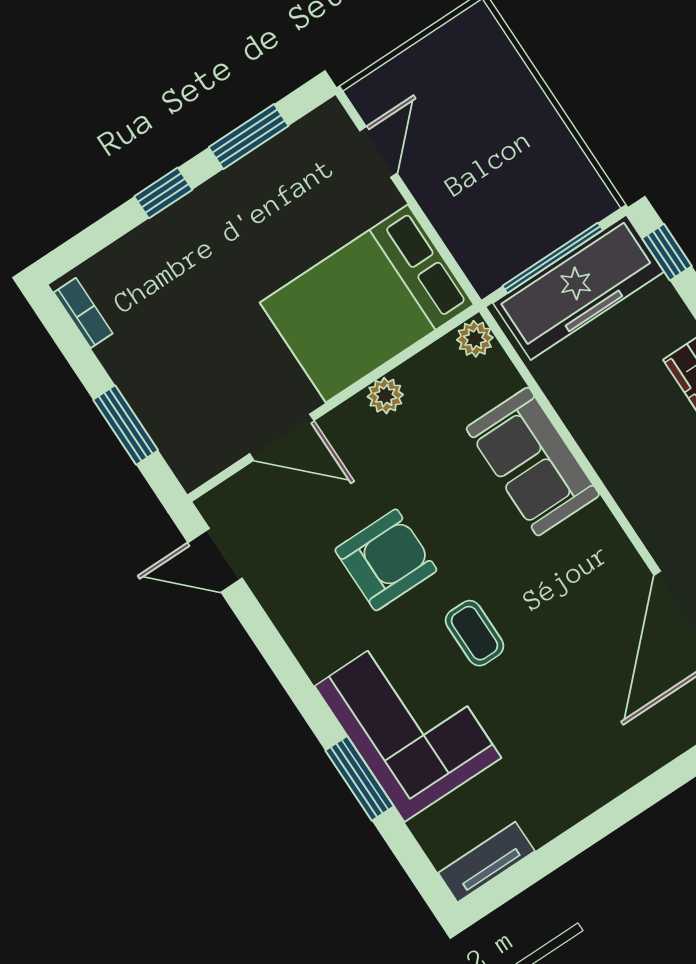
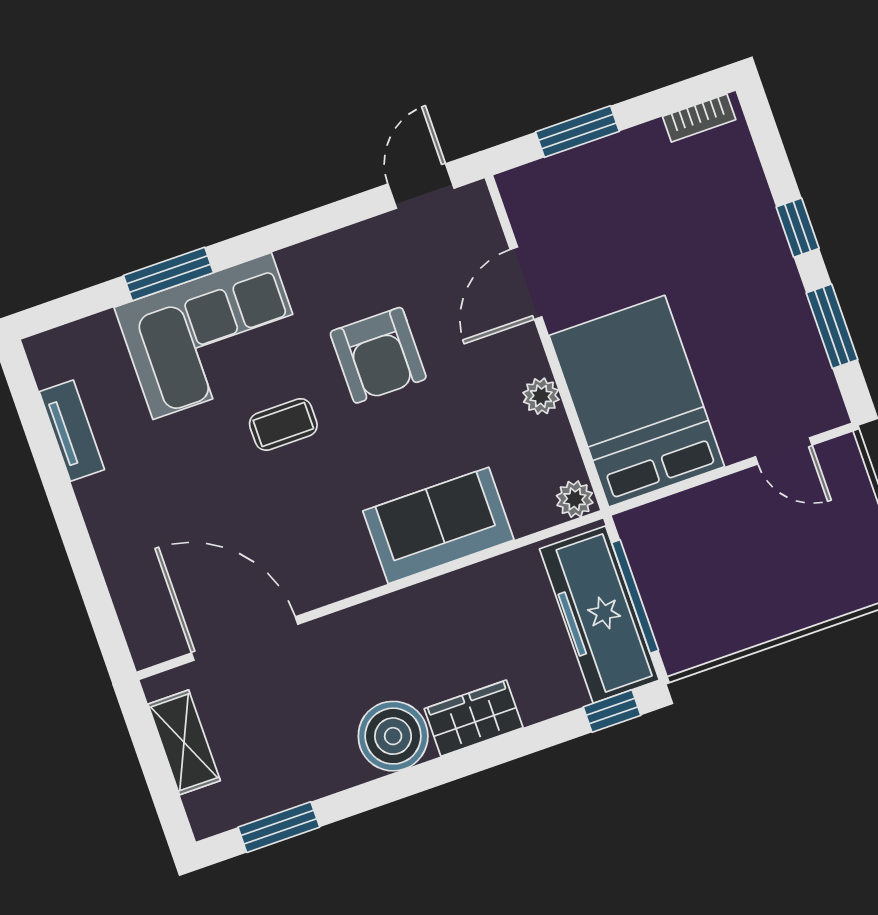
tv unit: (486, 862) -> (72, 431), moved

